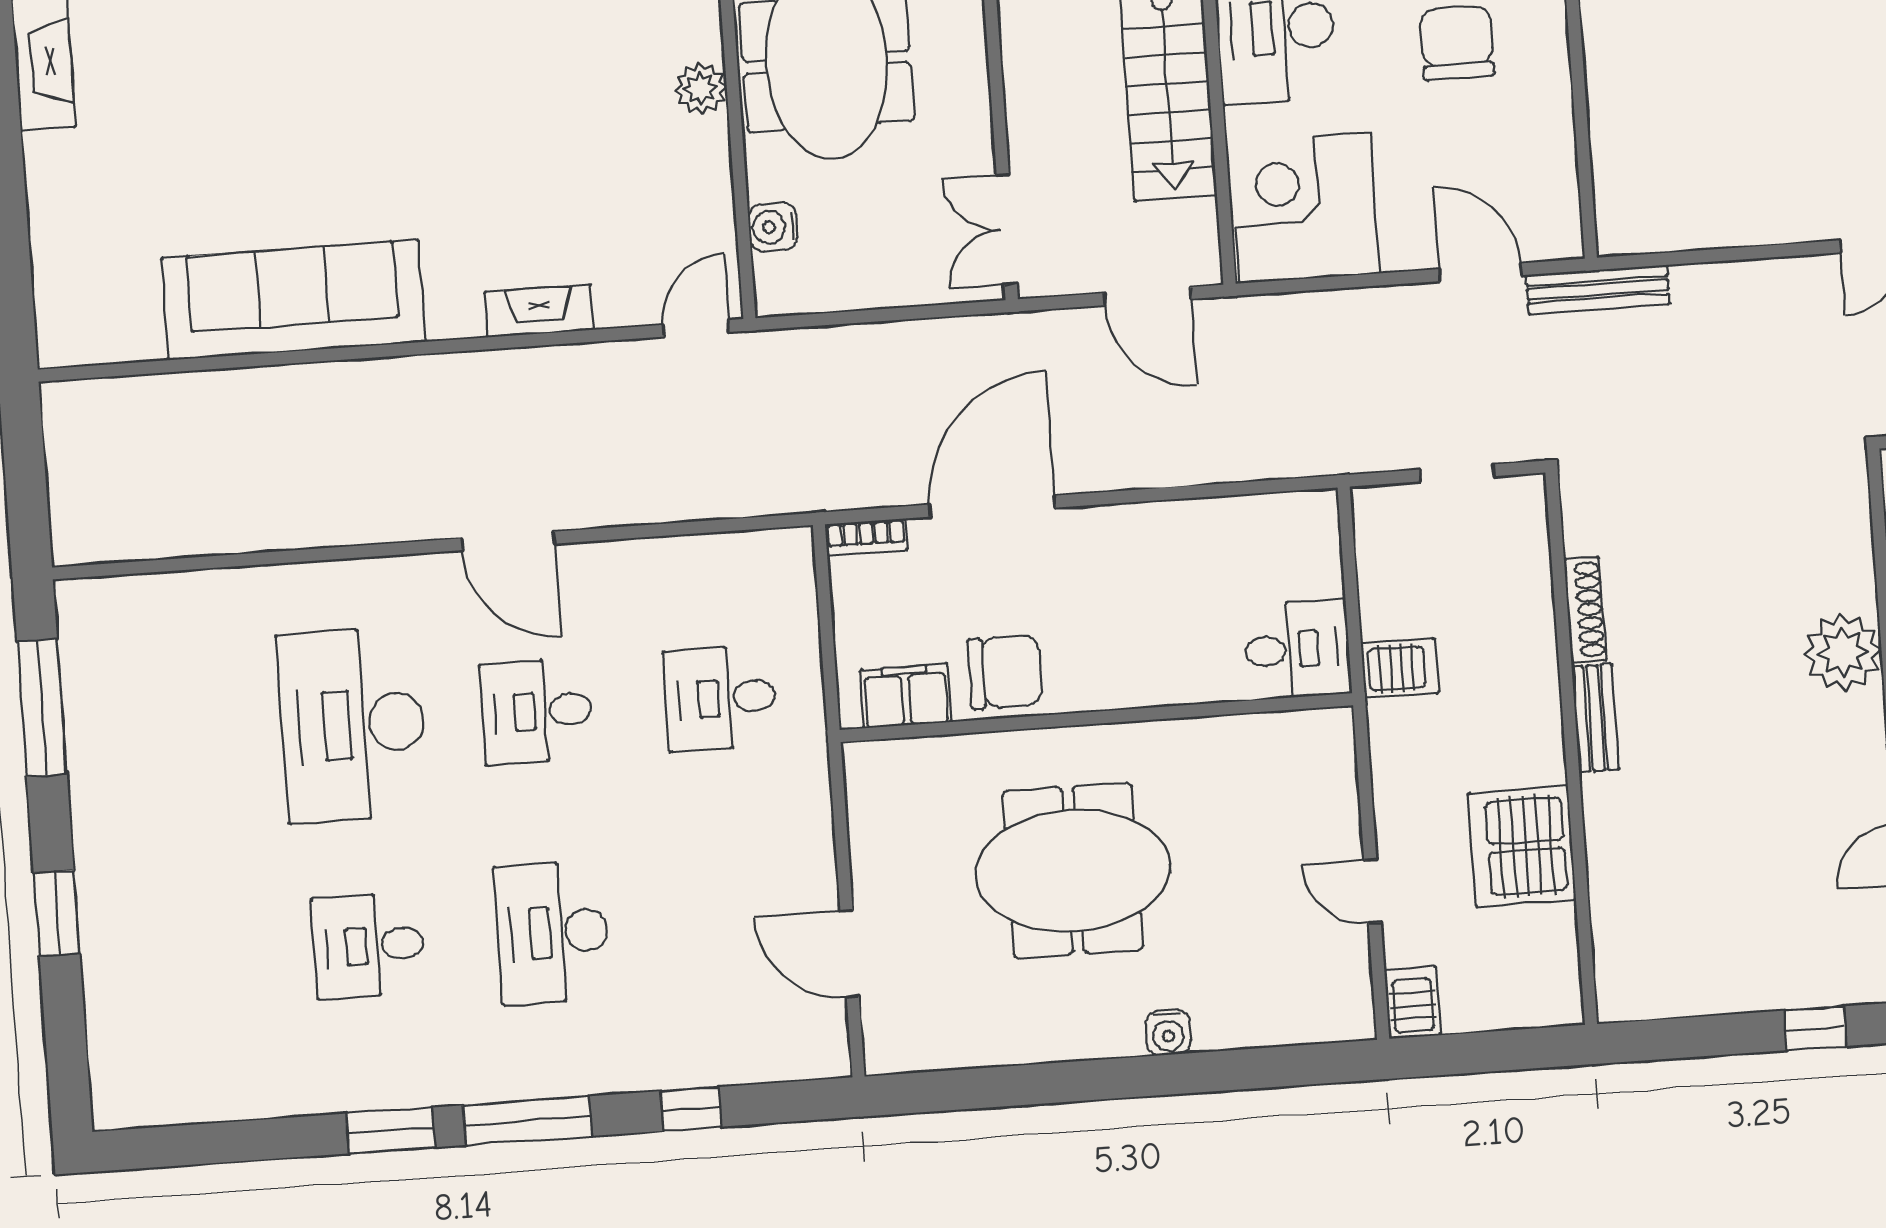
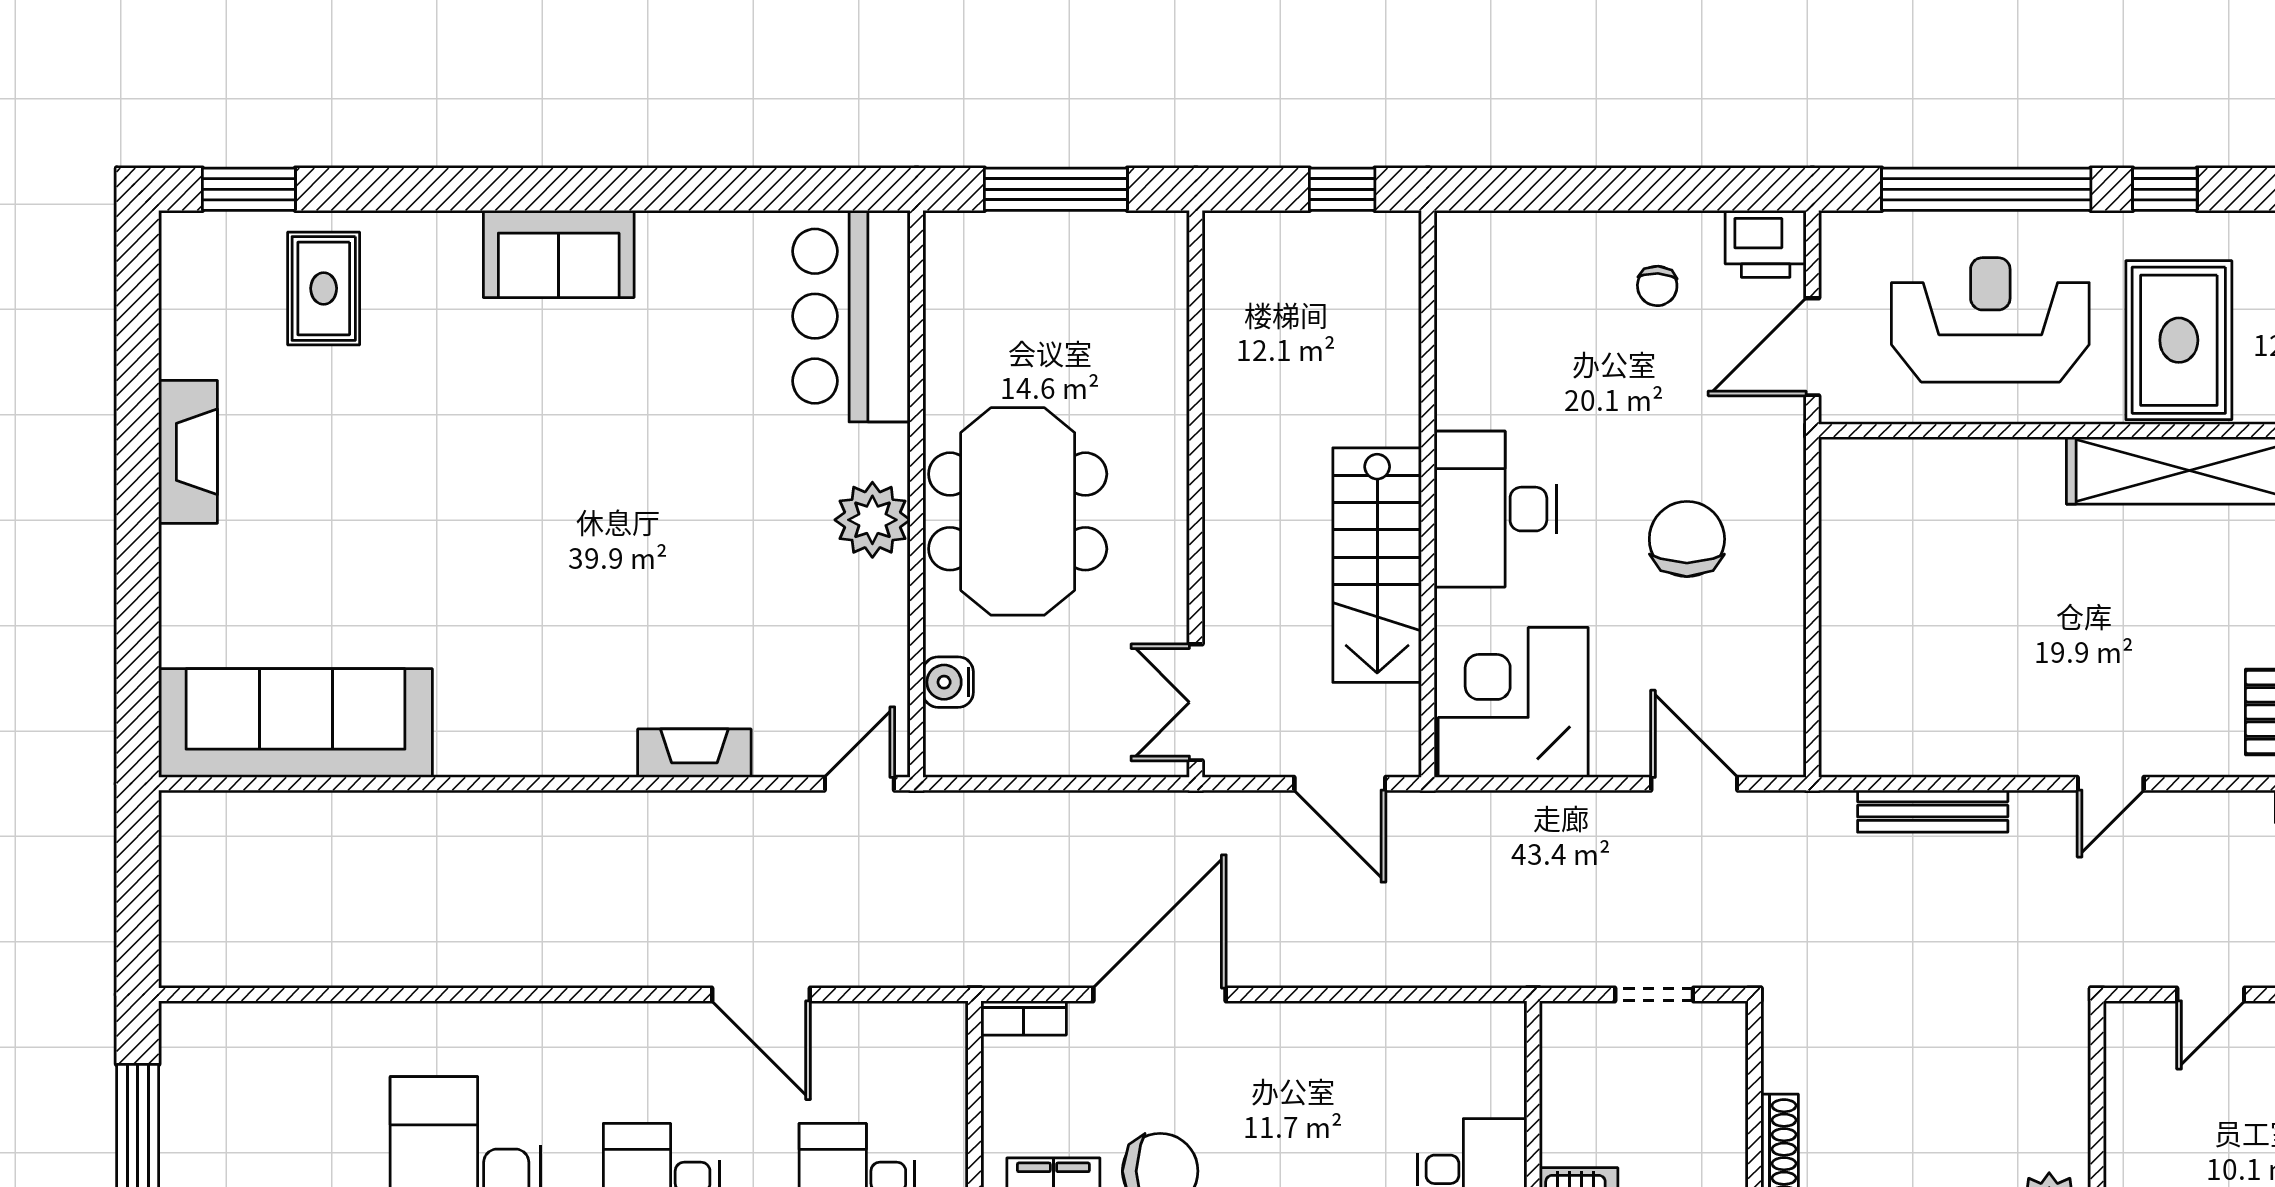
plant: (701, 88) -> (872, 520), width x1.36, depth x1.36
bench: (1598, 290) -> (1933, 811), moved
sofa: (293, 300) -> (296, 723), moved
door: (508, 541) -> (761, 995), moved

